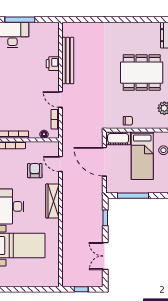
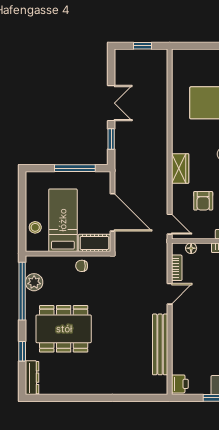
printer: (53, 64) -> (180, 384), moved
door: (60, 99) -> (170, 294), hinge flipped
door: (60, 164) -> (170, 224), moved
wardrobe: (52, 201) -> (180, 168), width x0.67
double door: (105, 256) -> (111, 103), moved

